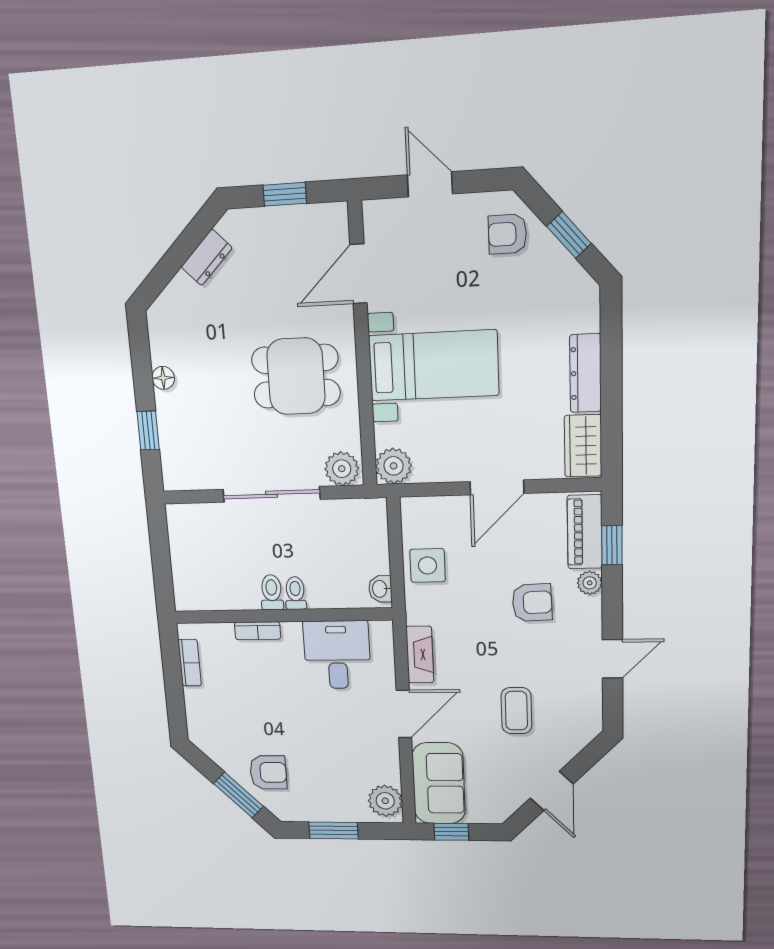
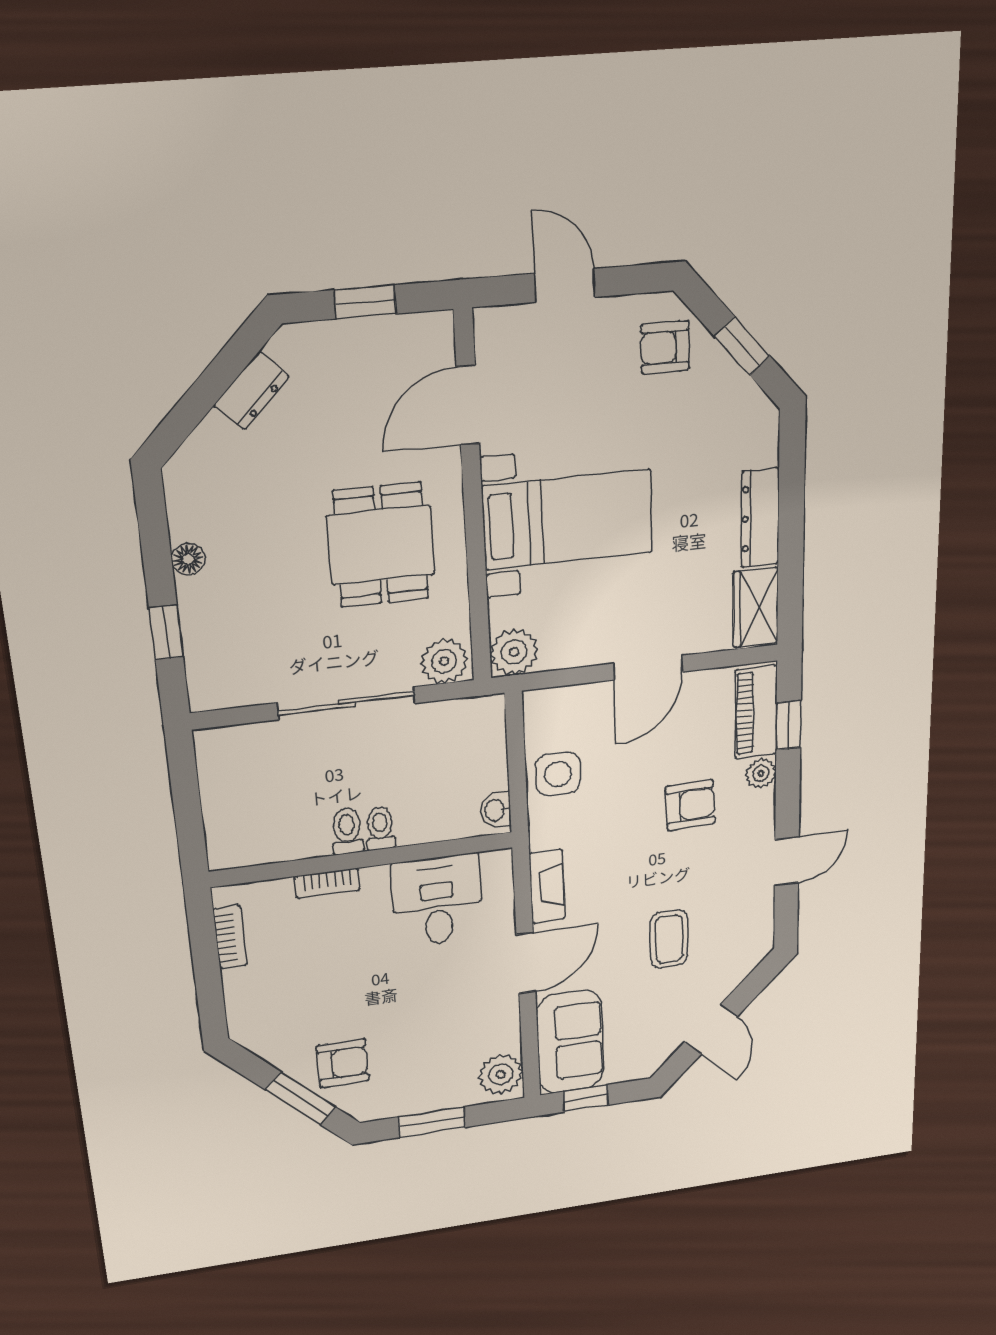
dining table: (296, 376) -> (381, 545), turned 90

